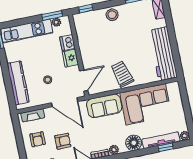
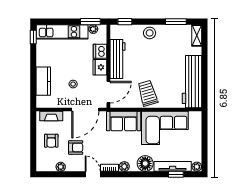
workbench: (86, 47) -> (118, 59), added
kitchen counter: (18, 83) -> (43, 81), width x0.67
door: (65, 102) -> (85, 110), hinge flipped

